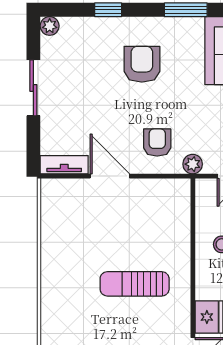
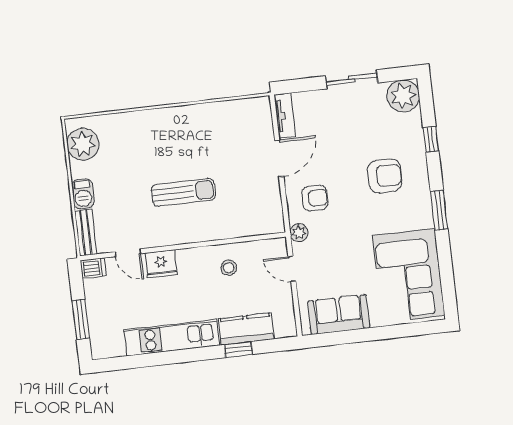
plant: (50, 26) -> (403, 96), width x1.87, depth x1.87
sun lounger: (135, 284) -> (183, 192), turned 90

